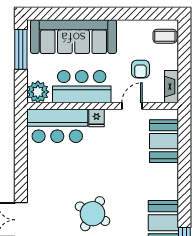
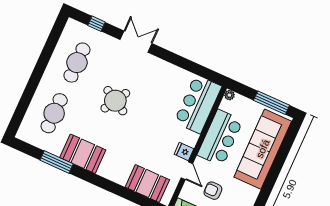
plant: (38, 92) -> (229, 95), width x0.53, depth x0.53
fridge: (96, 118) -> (184, 152), moved

